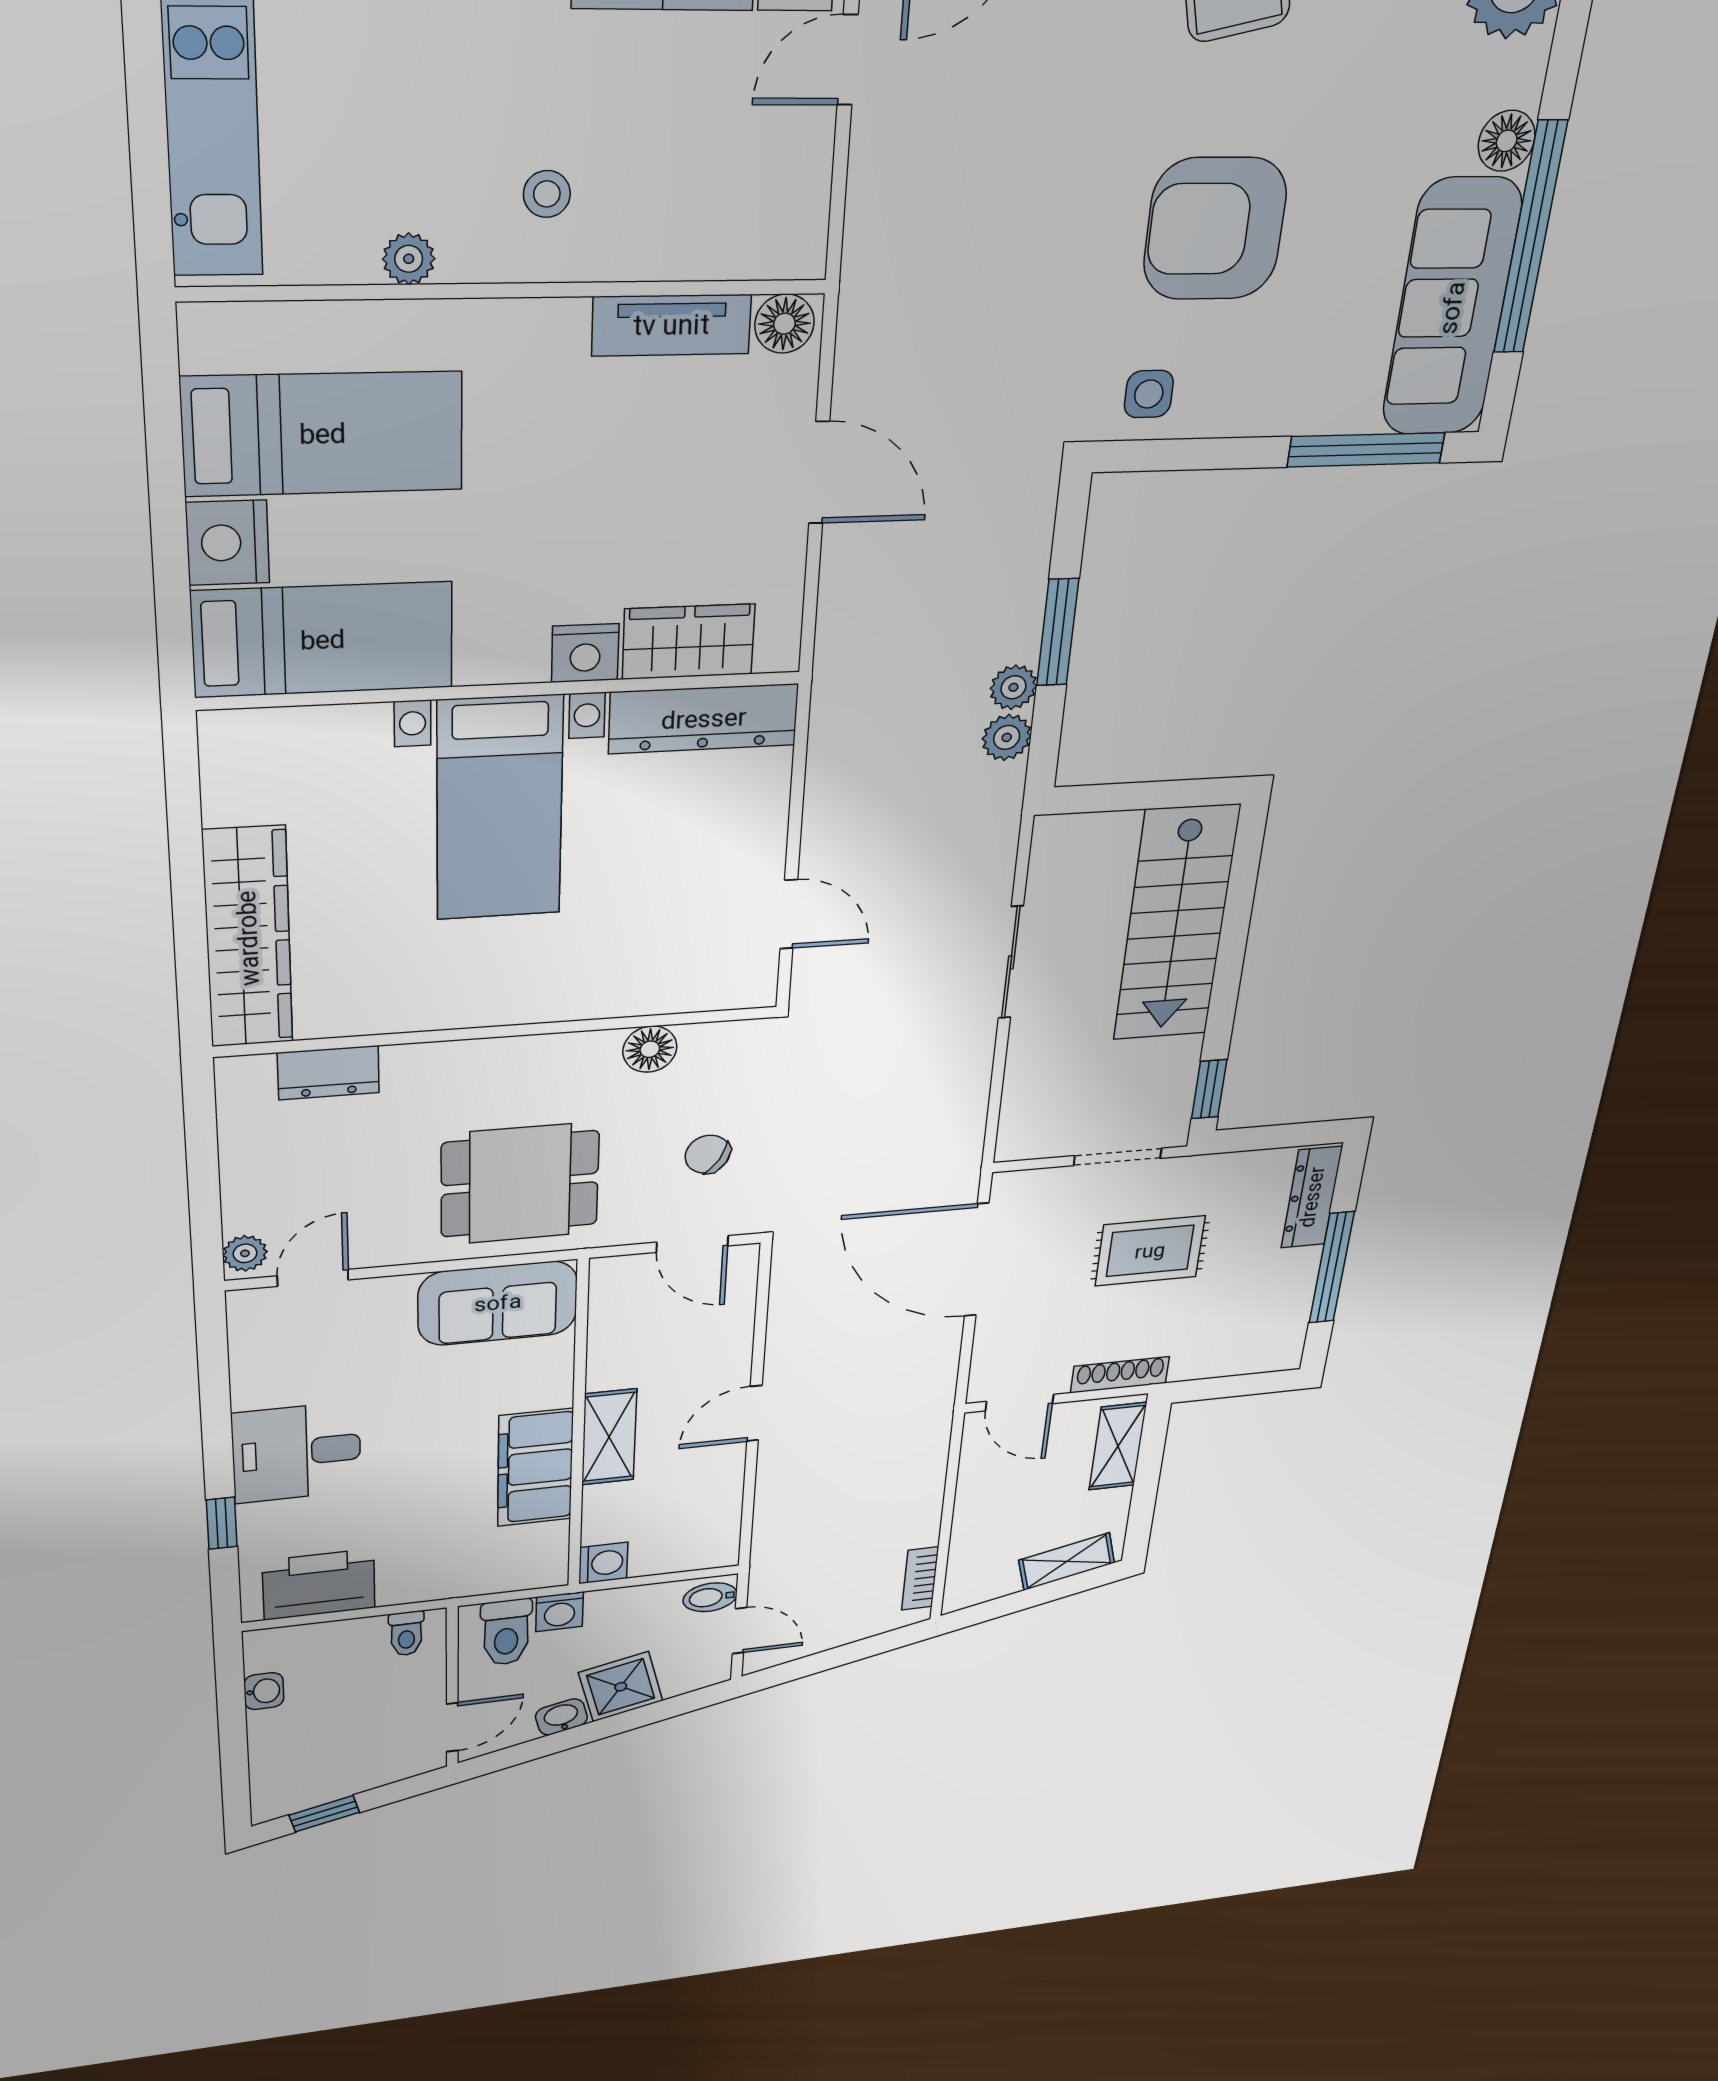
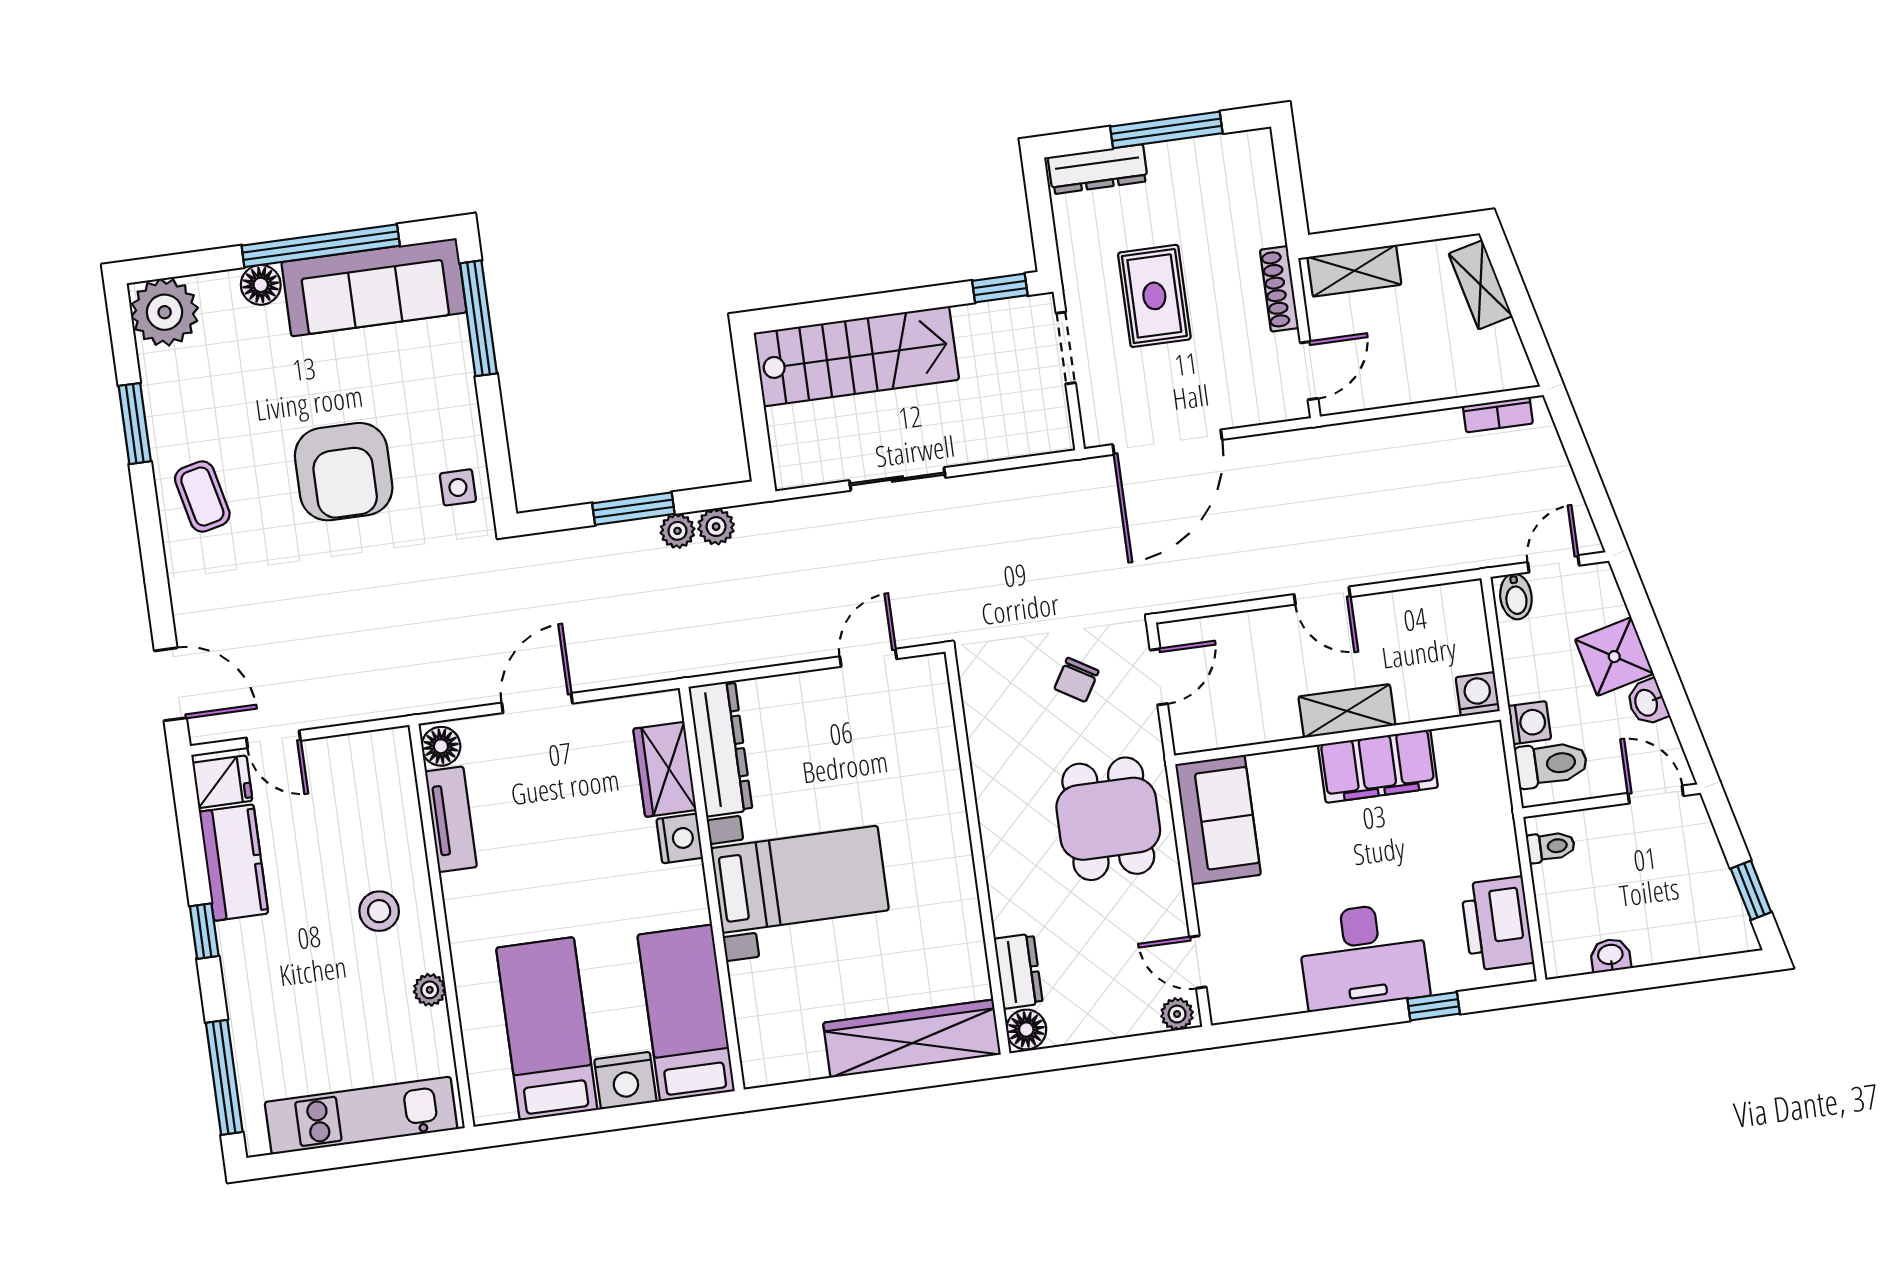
stool: (547, 194) -> (379, 911), width x1.37, depth x1.37
floor lamp: (650, 1049) -> (1026, 1030), moved
desk: (297, 1452) -> (1363, 956), width x1.37

